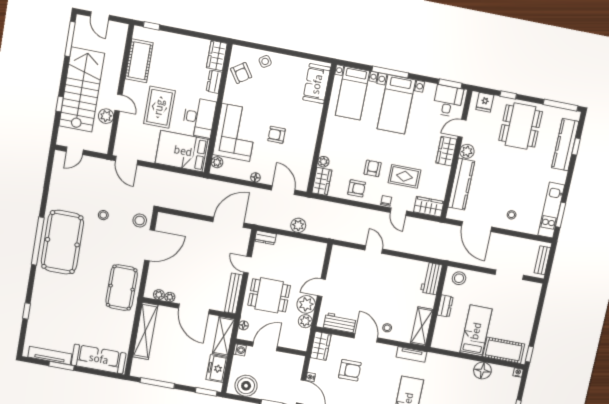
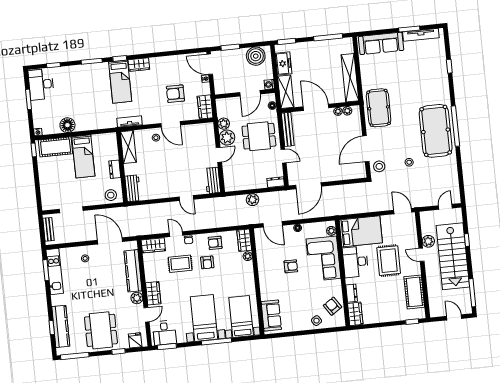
workbench: (340, 323) -> (213, 180), moved, turned 90

